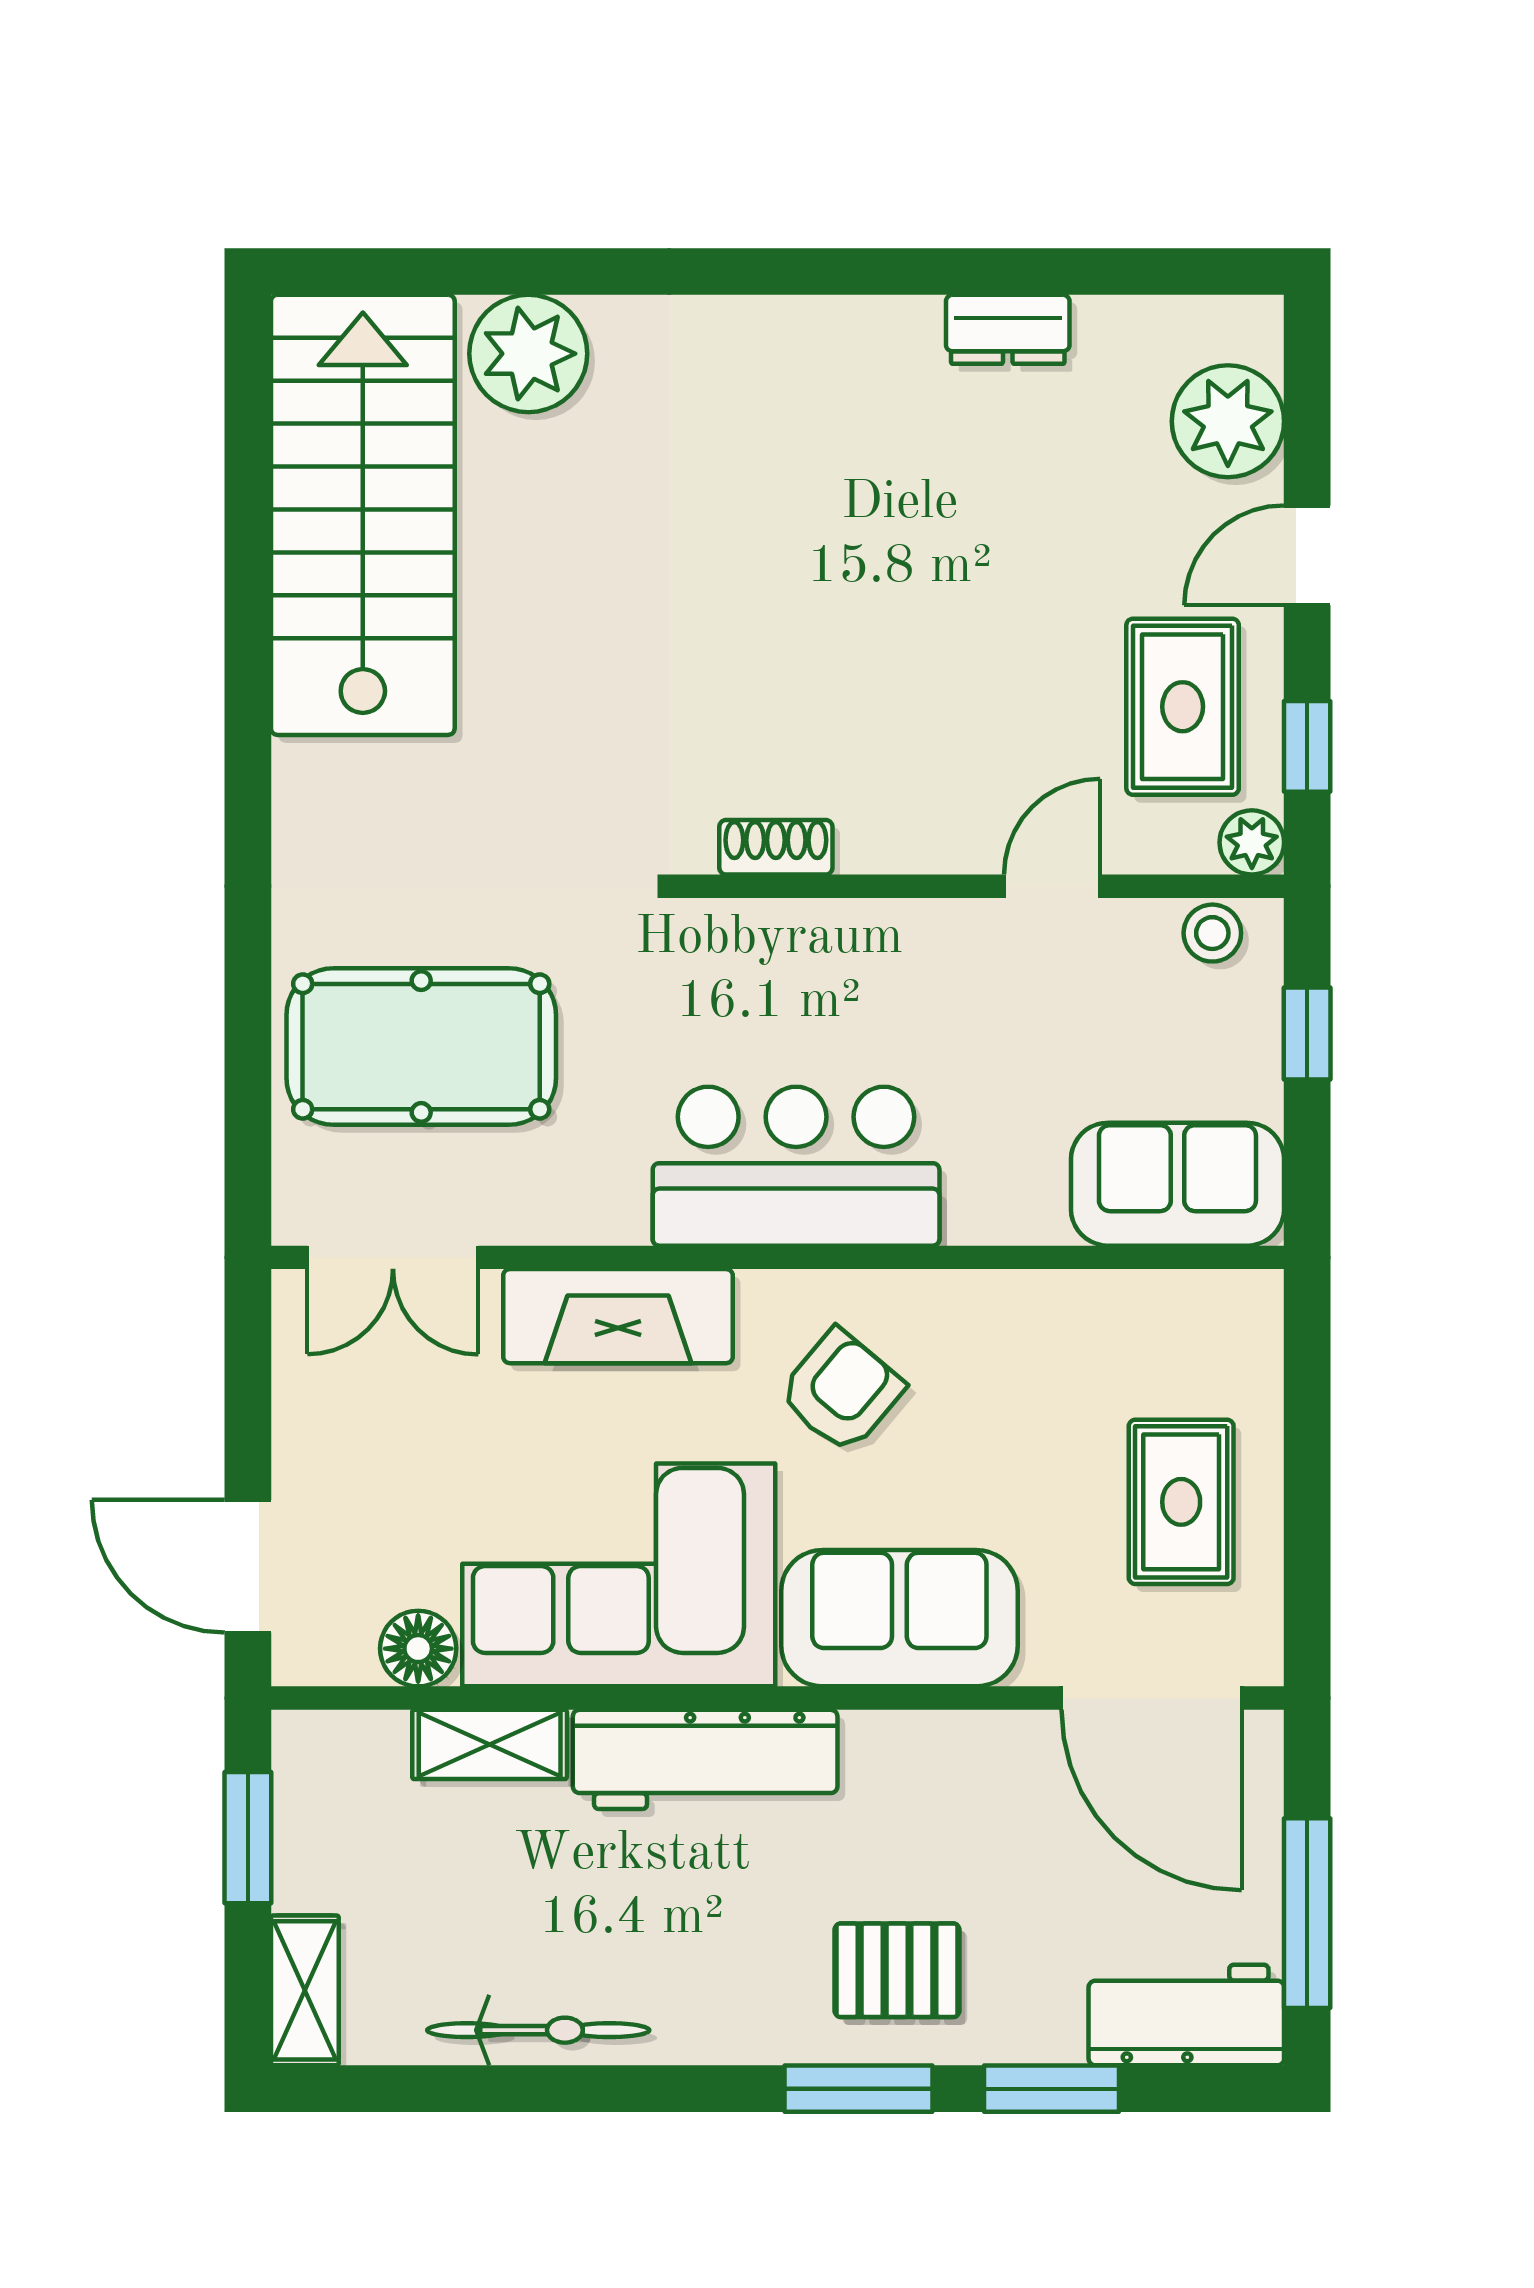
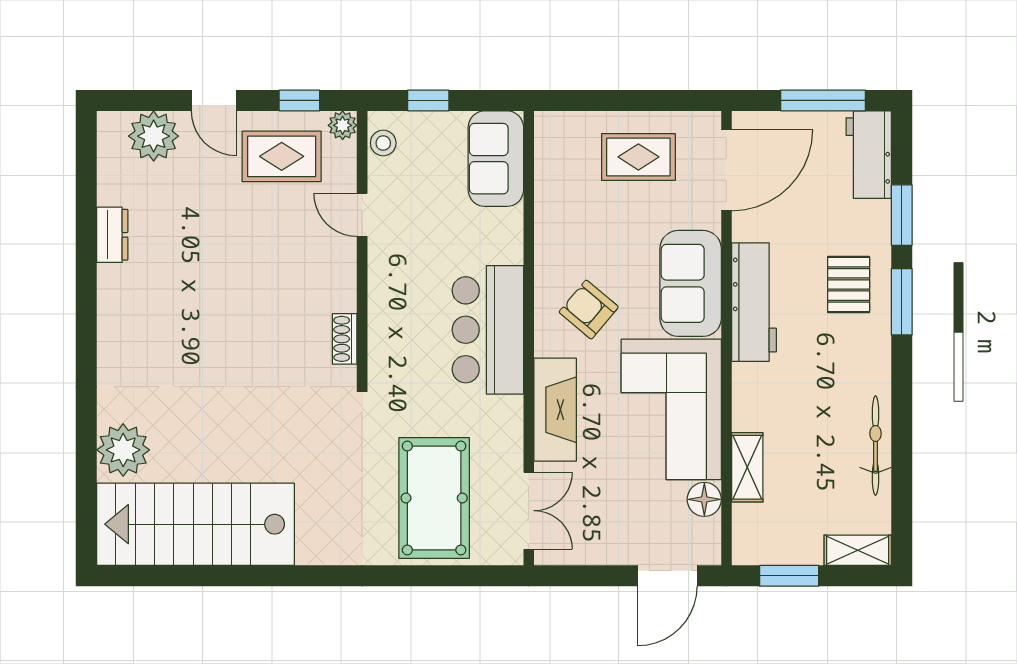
workbench: (705, 1759) -> (754, 302), moved

